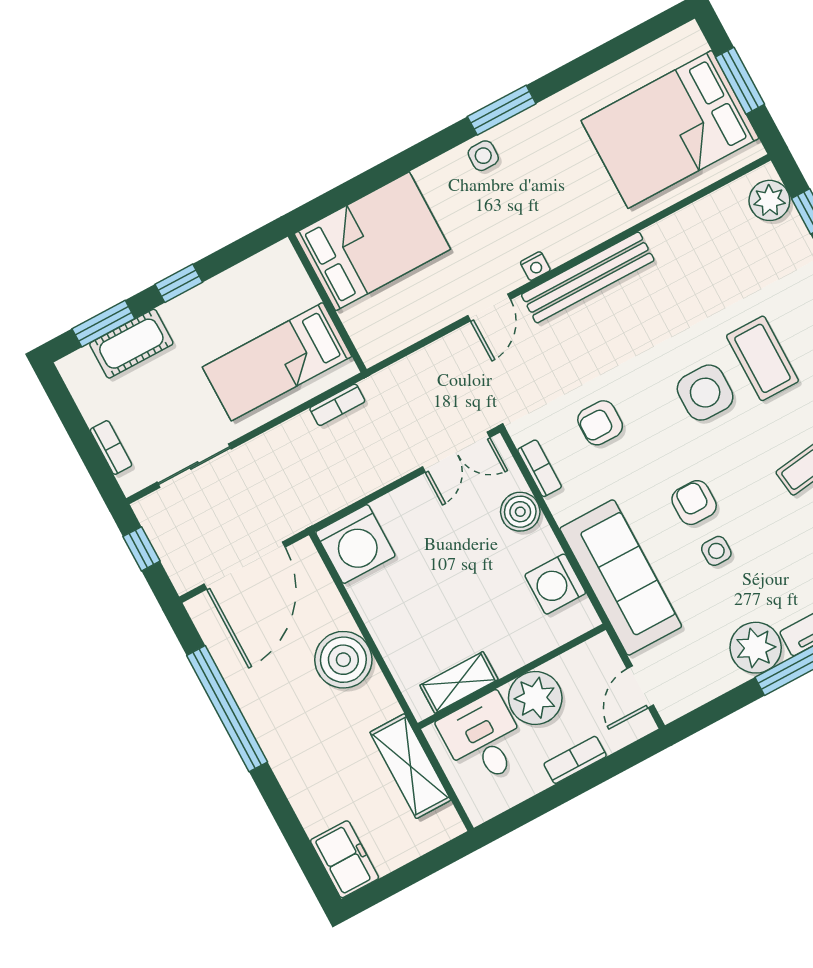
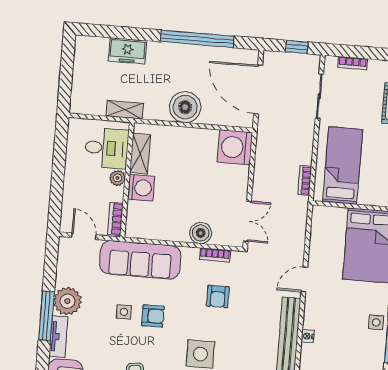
nightstand: (535, 266) -> (308, 336), moved
door: (489, 307) -> (304, 280), hinge flipped
armchair: (600, 423) -> (218, 296), turned 180
double door: (456, 452) -> (247, 221), swing flipped
washing machine: (555, 584) -> (141, 188), moved, turned 90
plant: (535, 698) -> (117, 178), width x0.53, depth x0.53
bookcase: (575, 760) -> (115, 219), moved, turned 180
shelving: (410, 766) -> (125, 110), width x0.67, depth x0.75
freezer: (344, 859) -> (128, 51), moved

